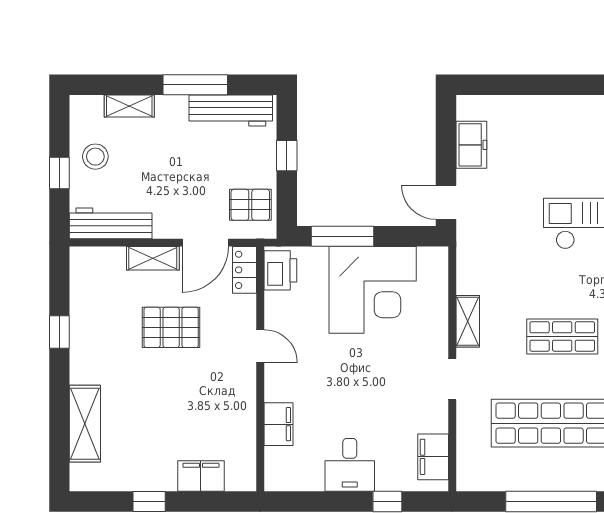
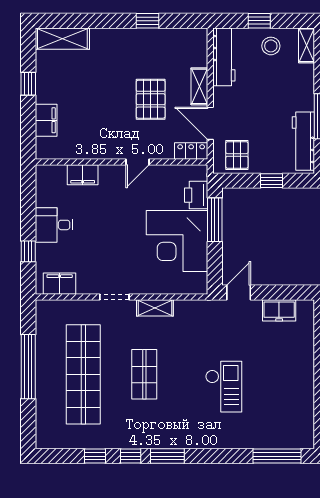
shelving: (129, 106) -> (306, 45), moved
printer: (280, 270) -> (196, 195), moved, turned 90
shelving: (85, 424) -> (62, 39), moved

